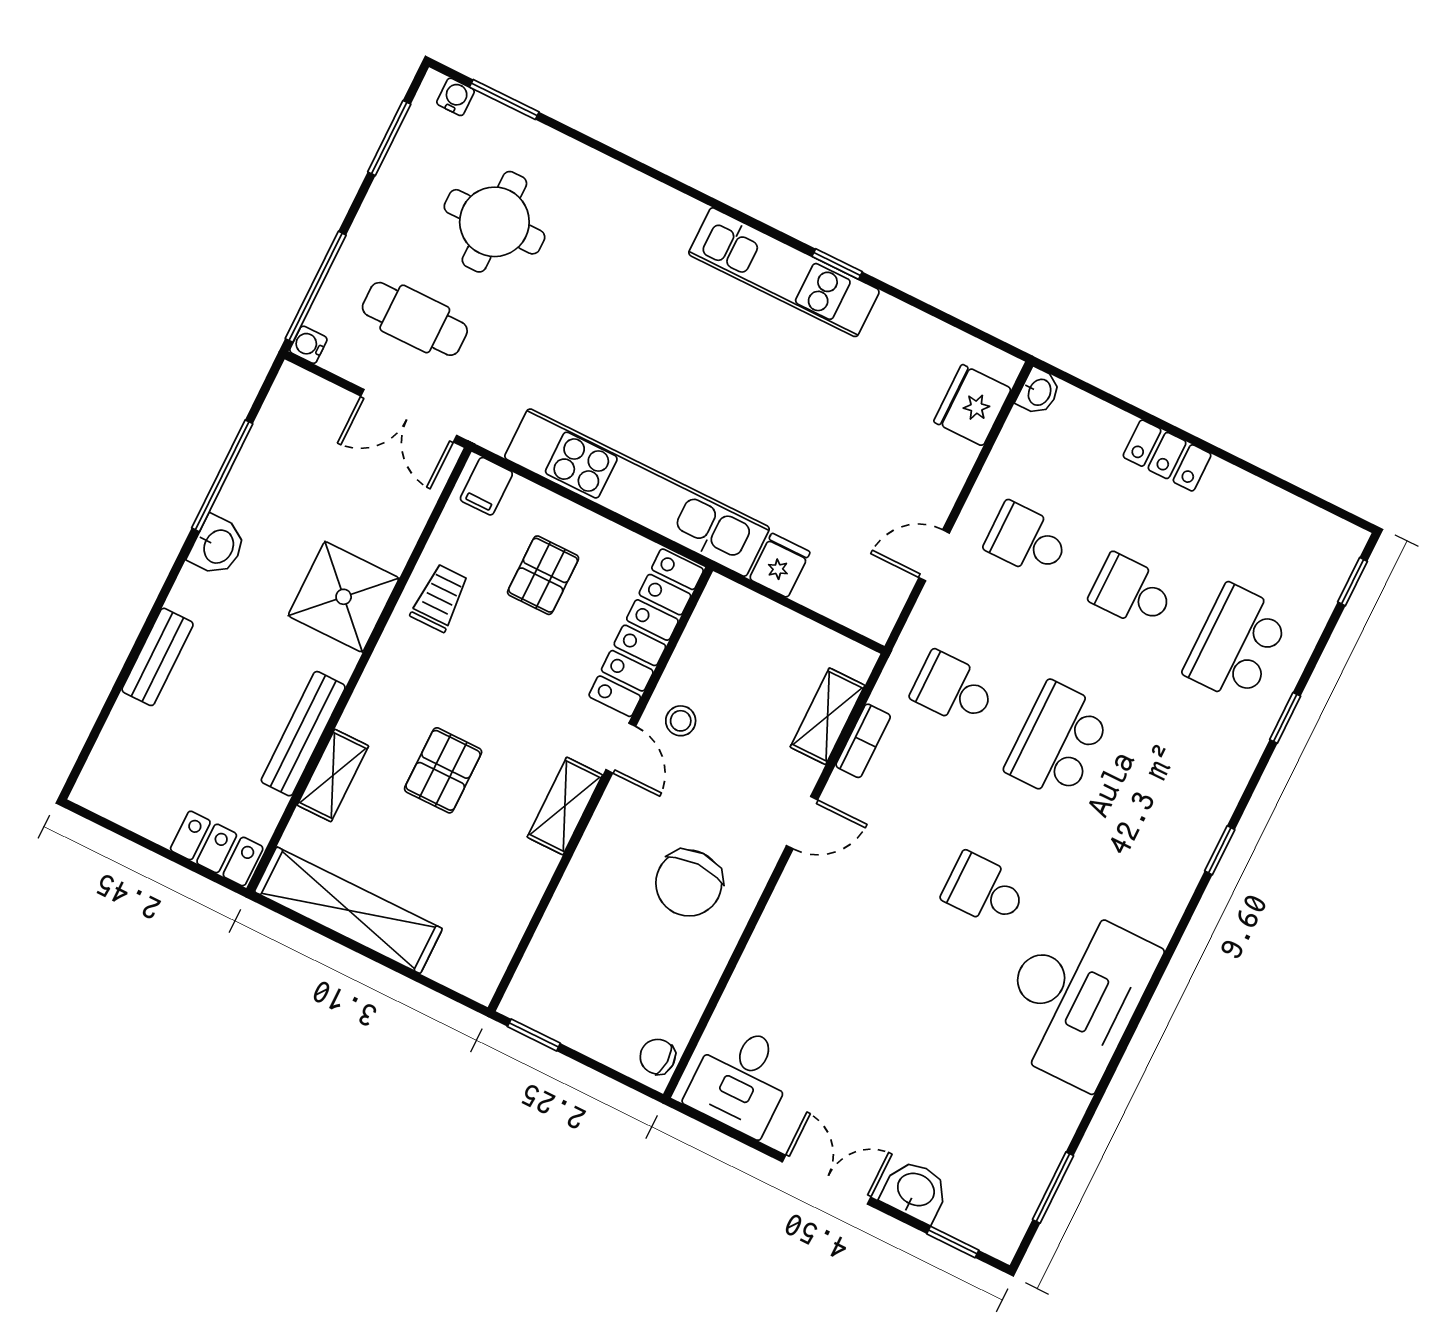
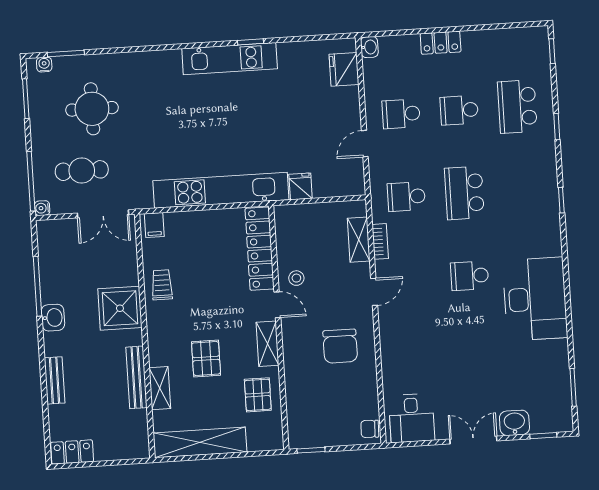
pallet: (543, 575) -> (258, 395), moved
locker: (217, 848) -> (72, 452), moved

